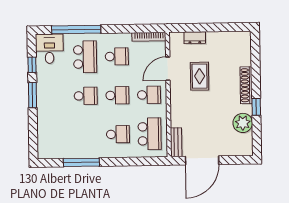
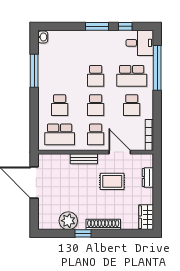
wardrobe: (238, 39) -> (146, 217), added
bench: (176, 142) -> (84, 159), moved
washbasin: (45, 154) -> (43, 37), added

